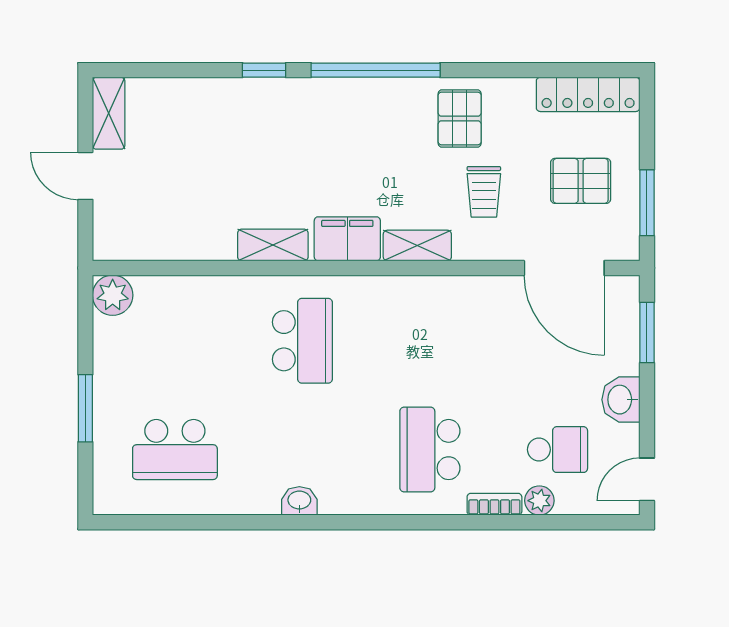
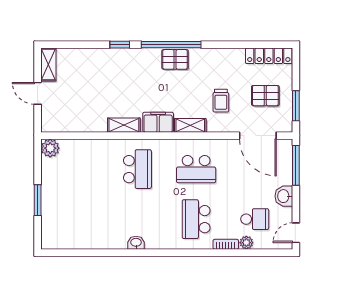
pallet: (460, 118) -> (175, 59), moved, turned 90
window: (647, 333) -> (296, 165), width x1.44
school desk: (175, 450) -> (196, 169), moved

